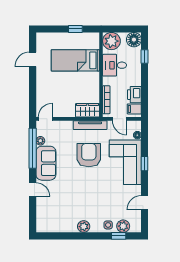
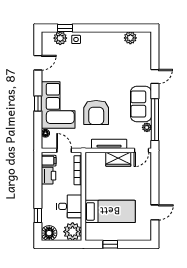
wardrobe: (87, 110) -> (118, 159), moved
tv unit: (90, 125) -> (109, 144), moved
door: (33, 189) -> (155, 77), swing flipped
plant: (84, 227) -> (130, 38), moved

